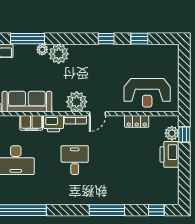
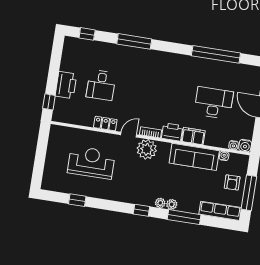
window: (106, 39) -> (141, 210), moved
plant: (59, 54) -> (160, 203), width x0.53, depth x0.53
reception desk: (147, 93) -> (91, 162), moved
locker: (137, 121) -> (105, 124), moved
plant: (172, 133) -> (61, 105), removed
desk: (75, 160) -> (101, 85), moved

